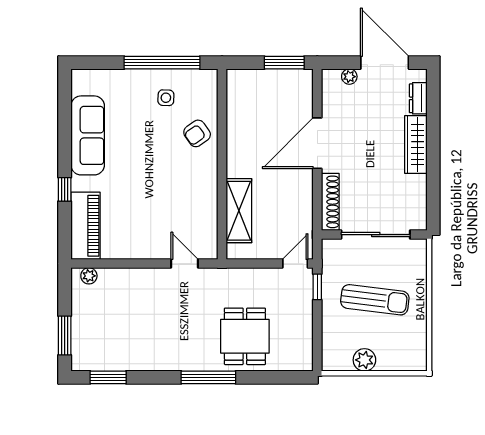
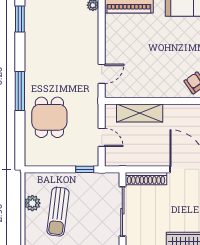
door: (295, 264) -> (102, 137), moved
sun lounger: (375, 300) -> (58, 212), moved
dining table: (245, 336) -> (49, 117), turned 90

